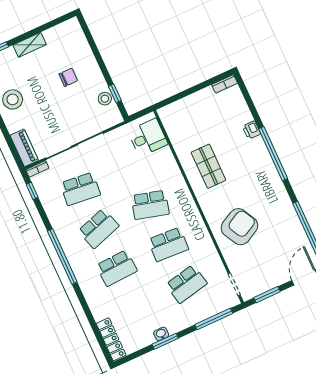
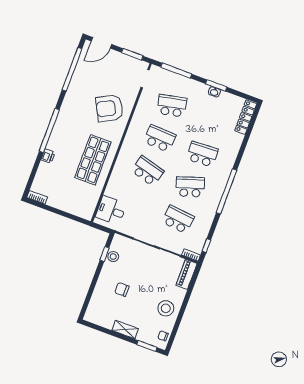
shop shelf: (208, 166) -> (93, 160), width x1.43, depth x1.36

